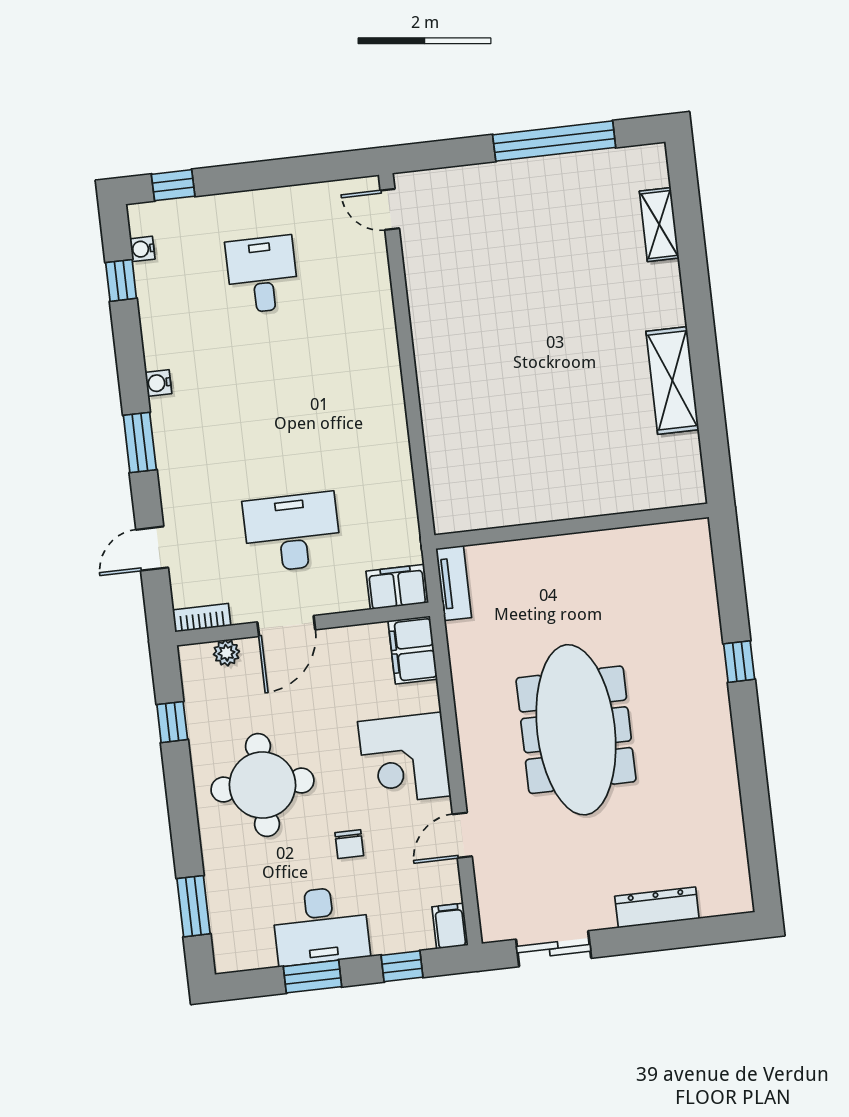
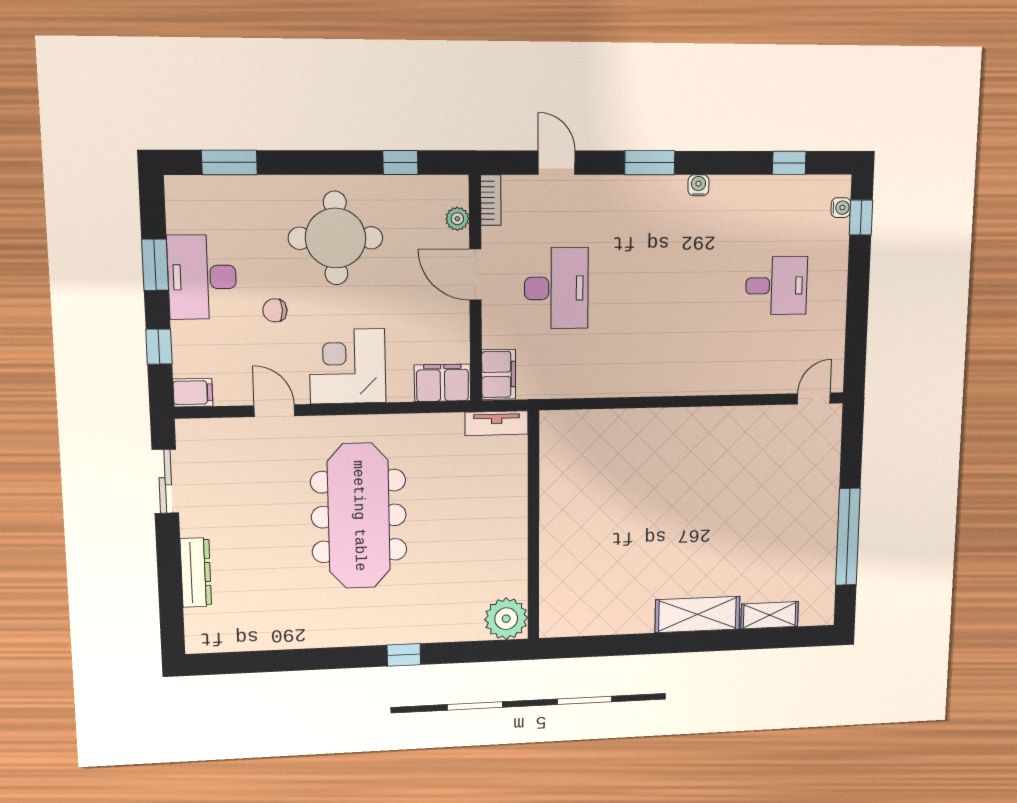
water cooler: (142, 249) -> (841, 208), moved, turned 90
shelving: (672, 380) -> (697, 615), moved
plant: (686, 546) -> (506, 619), added
meeting table: (576, 730) -> (359, 516), turned 90

